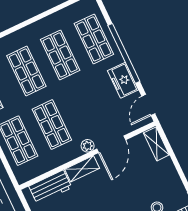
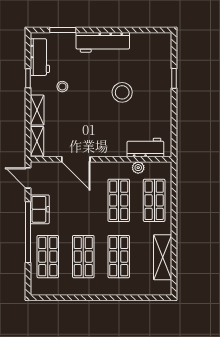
door: (148, 105) -> (28, 178), swing flipped
door: (111, 144) -> (76, 159), swing flipped
plant: (88, 146) -> (138, 168), moved
shelving: (82, 169) -> (37, 110), moved, turned 90

